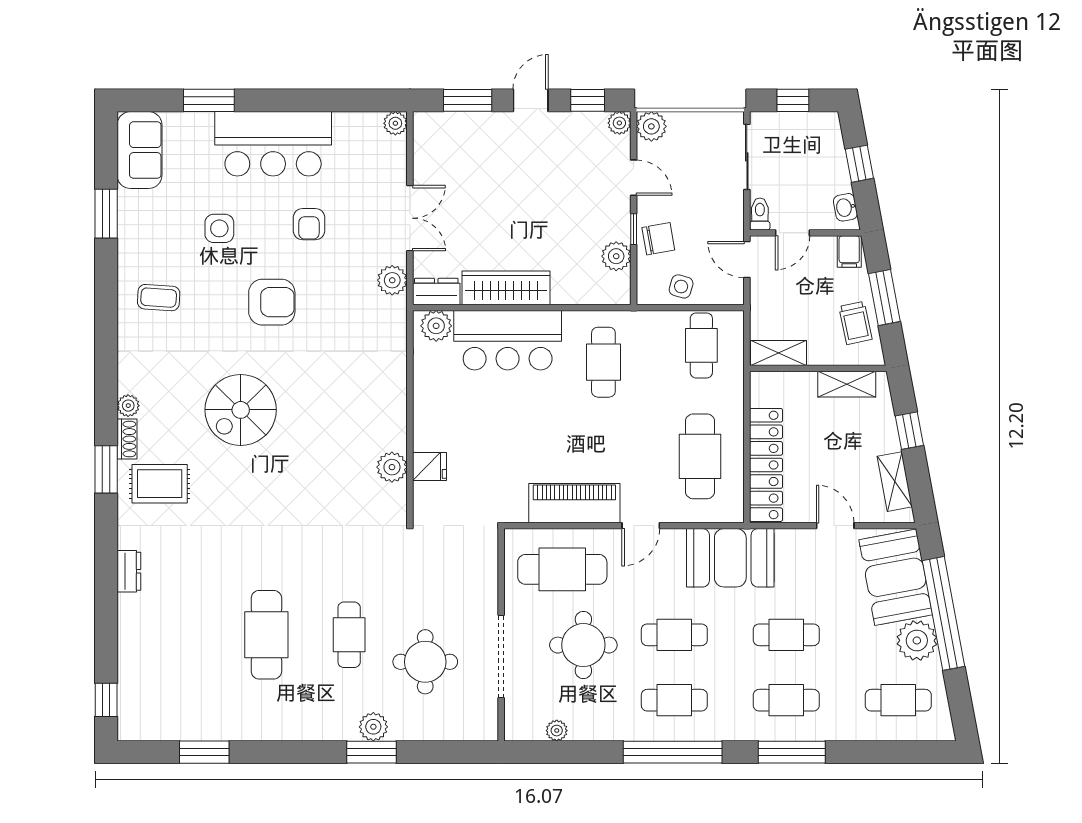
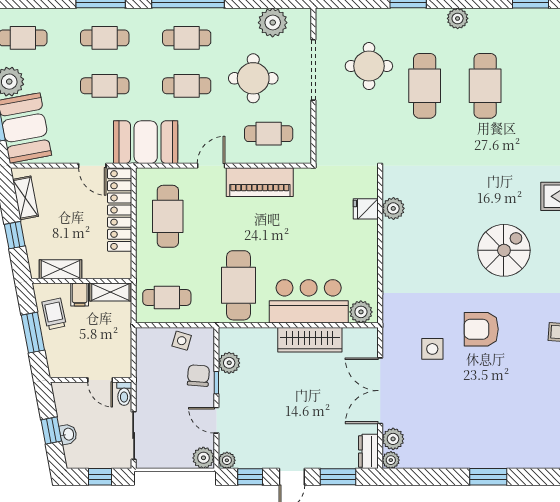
window: (209, 100) -> (488, 477), moved
bar counter: (273, 144) -> (480, 445), removed
washbasin: (845, 207) -> (68, 434), moved
double door: (410, 218) -> (380, 391), width x1.37
armchair: (309, 224) -> (454, 386), removed
side table: (219, 228) -> (432, 349), moved
door: (793, 233) -> (100, 380), swing flipped
chair: (658, 239) -> (198, 376), turned 104
filing cabinet: (849, 252) -> (80, 294), moved, turned 180
door: (747, 260) -> (134, 360), removed
plant: (392, 280) -> (393, 439), moved
dresser: (436, 292) -> (368, 451), moved, turned 90
cafe table: (701, 345) -> (167, 298), turned 90
cafe table: (603, 362) -> (239, 285), width x1.37, depth x1.35
door: (835, 526) -> (92, 166), moved
cafe table: (562, 569) -> (269, 134), width x0.73, depth x0.74
cafe table: (349, 635) -> (425, 86), width x1.37, depth x1.35
plant: (373, 727) -> (458, 18), moved
plant: (557, 731) -> (273, 23), width x1.88, depth x1.88

